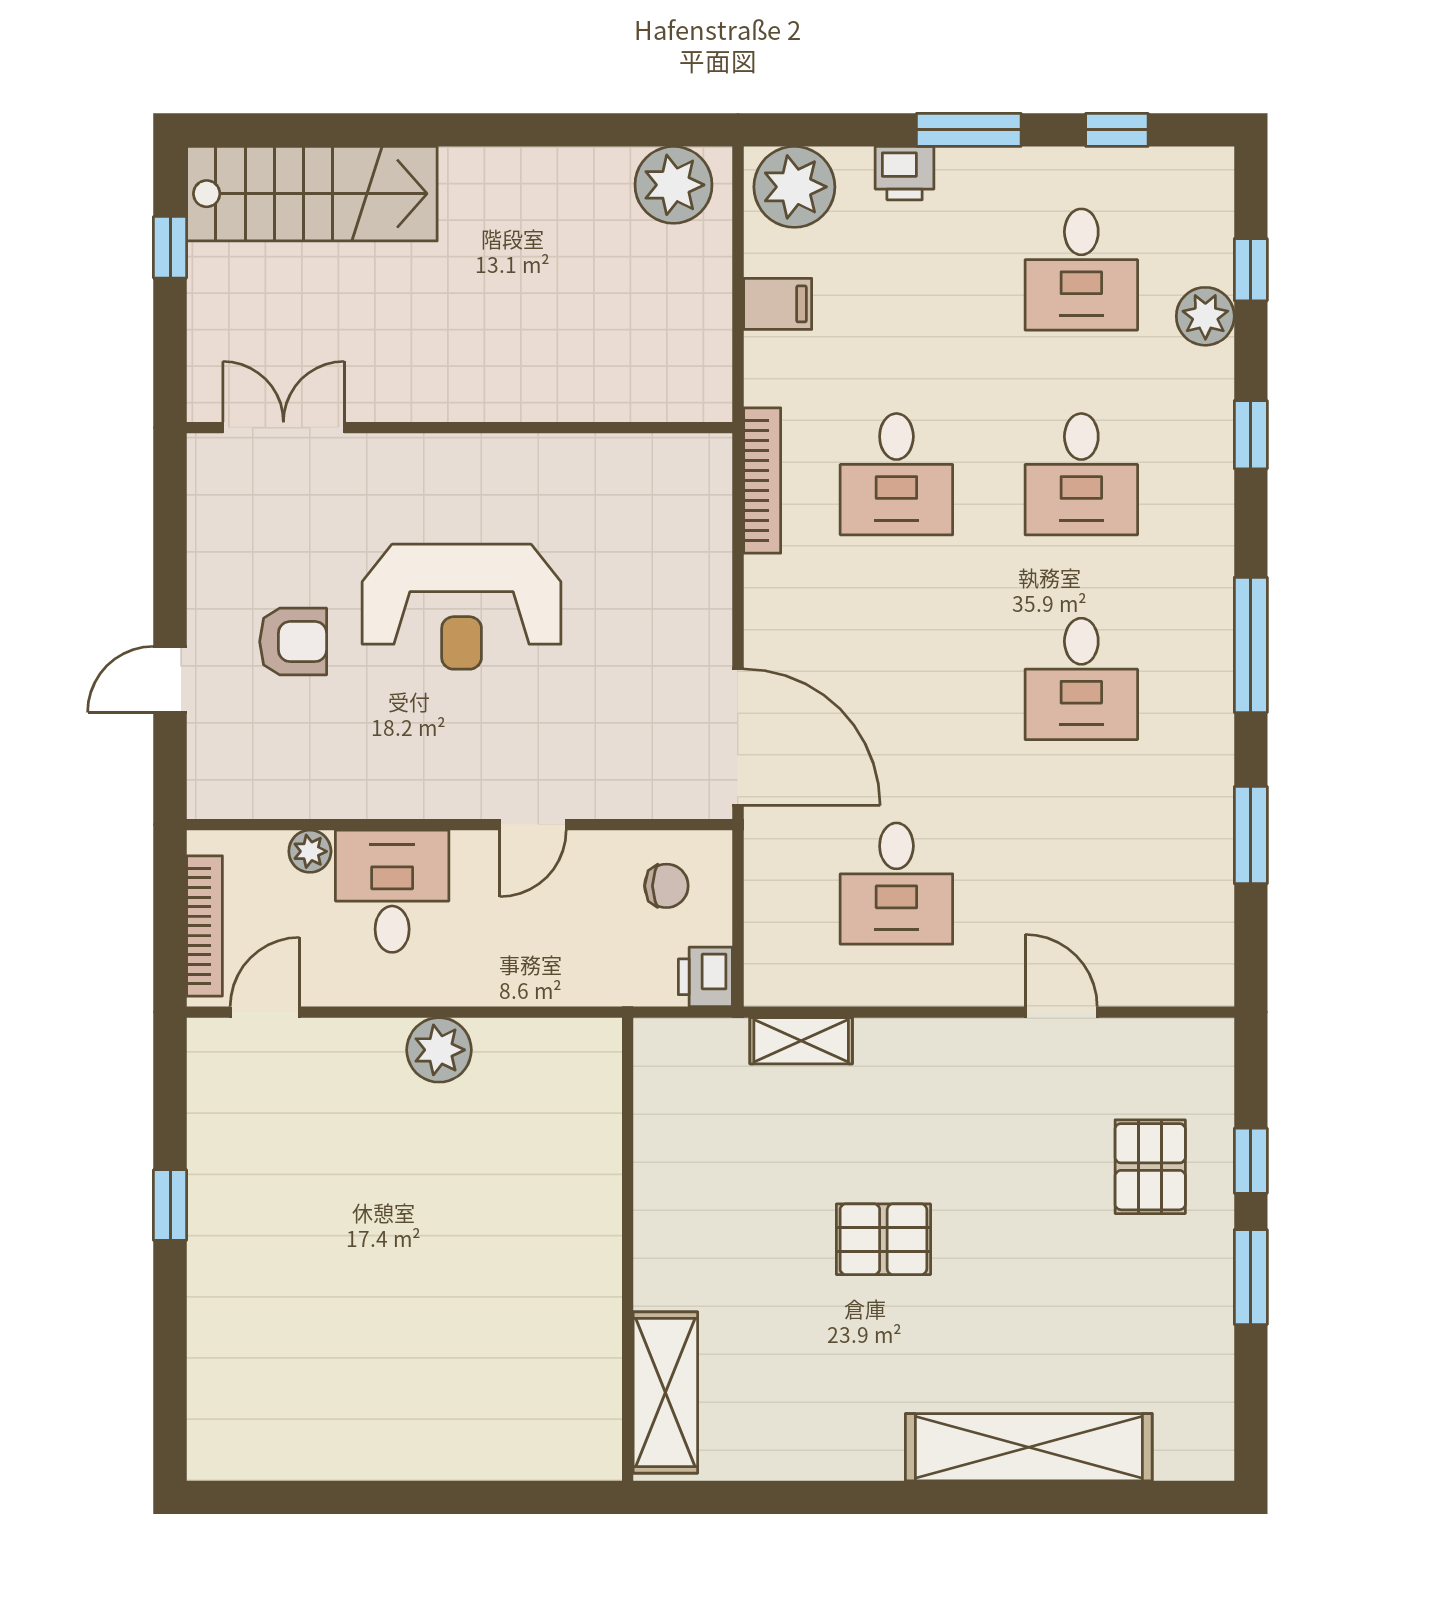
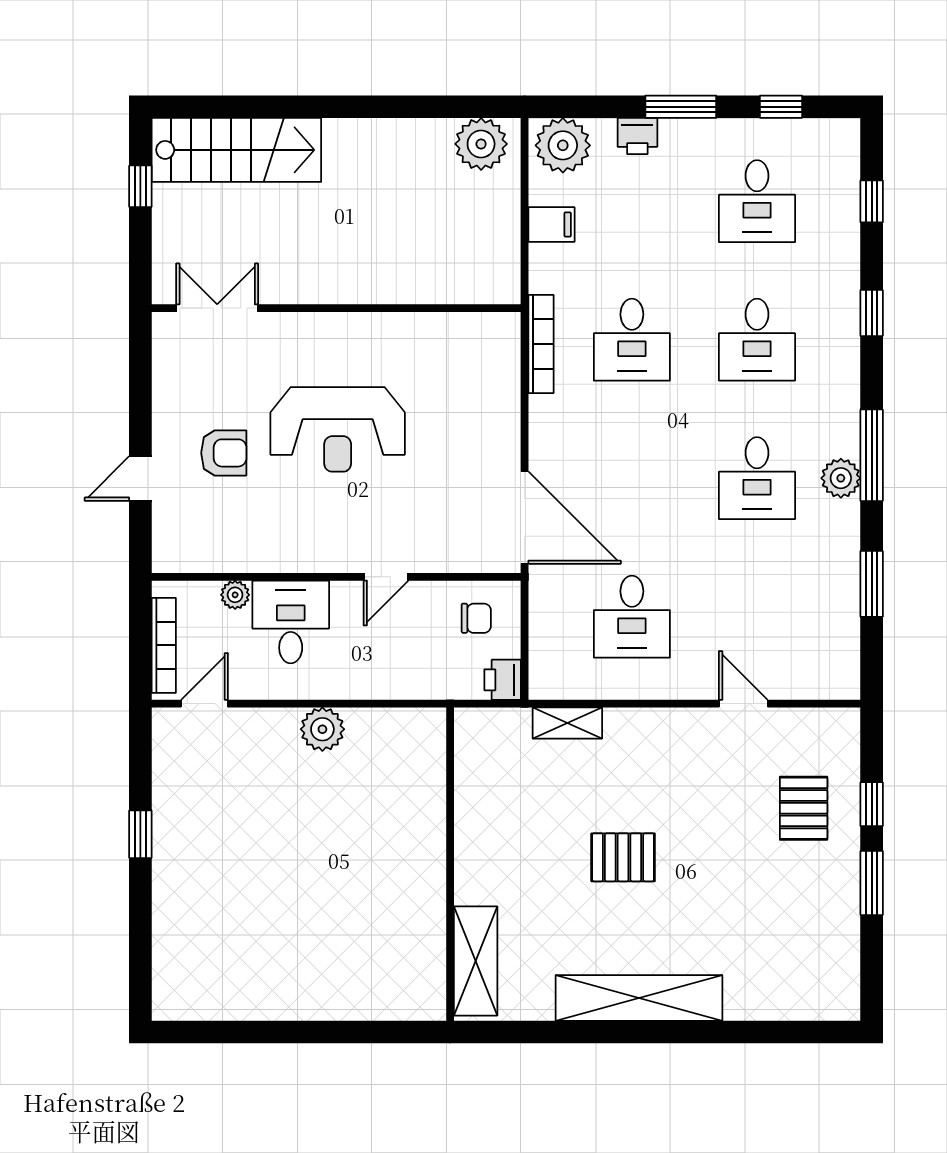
plant: (1205, 316) -> (841, 478), moved
shelving: (1029, 1447) -> (639, 998), moved

